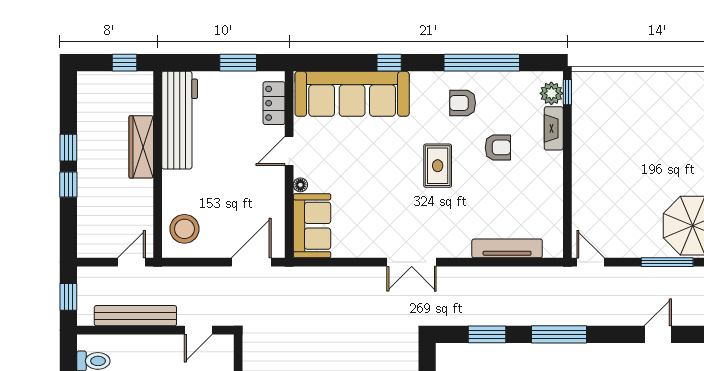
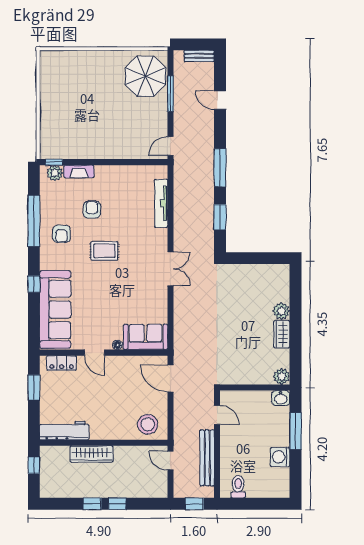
workbench: (180, 120) -> (64, 431), width x0.73, depth x0.76

